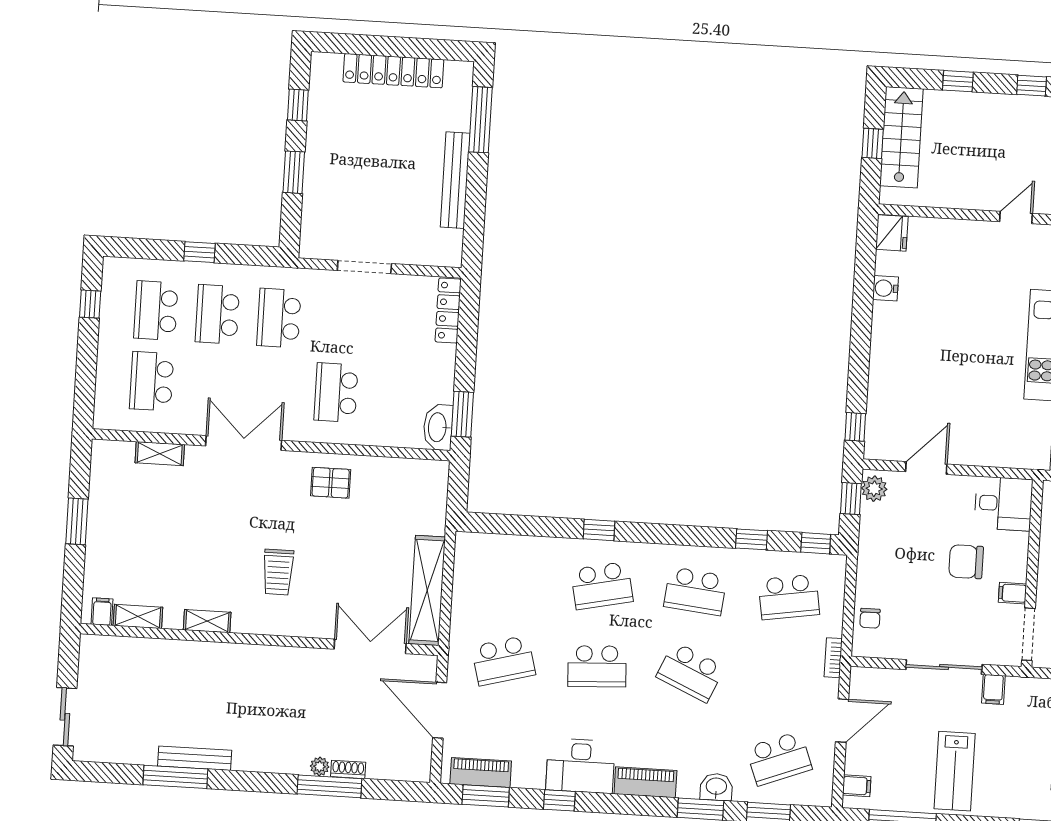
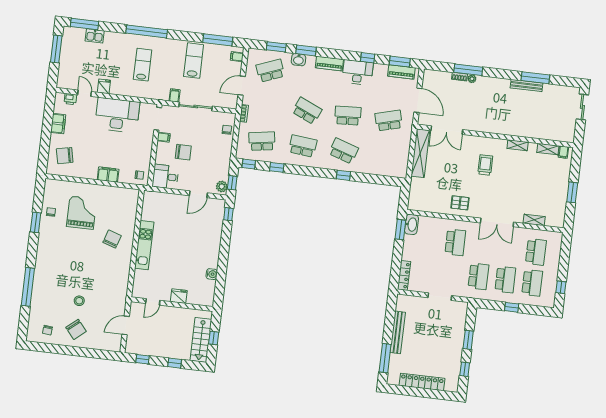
fridge: (892, 233) -> (179, 296), moved, turned 90
school desk: (602, 586) -> (344, 151), turned 30

